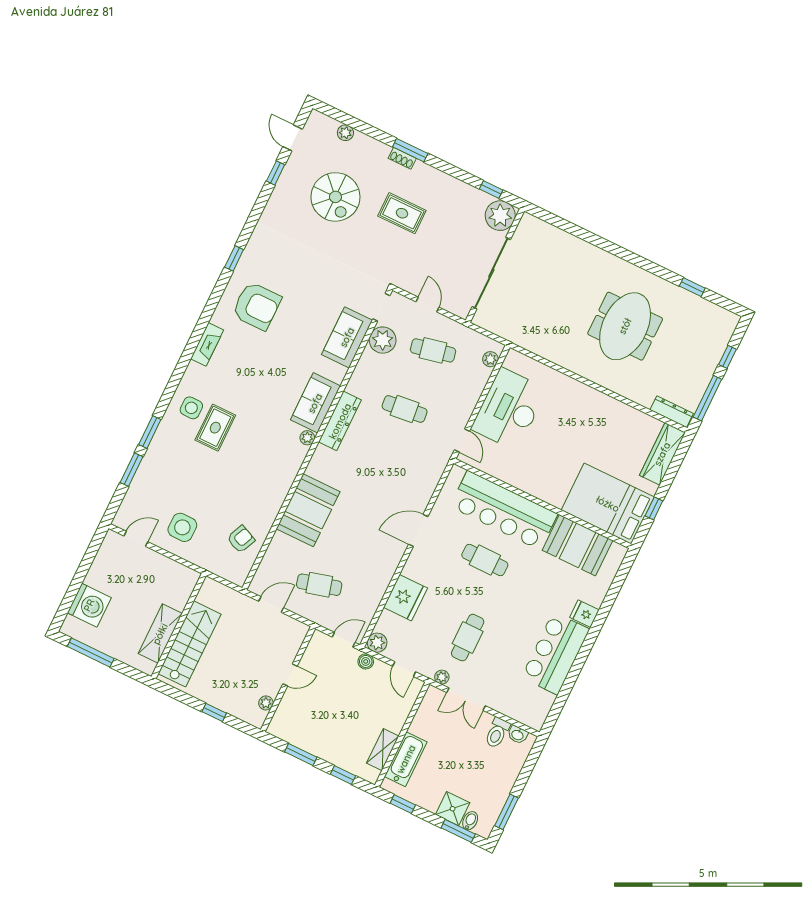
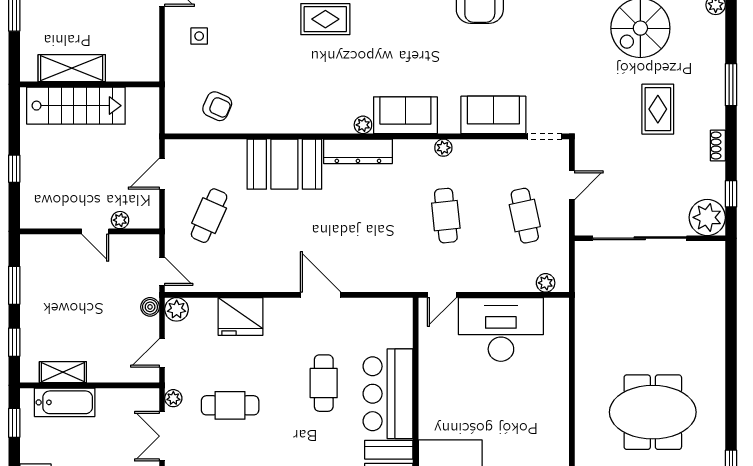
shoe rack: (402, 158) -> (718, 146), moved
plant: (383, 340) -> (443, 148), moved, width x0.53, depth x0.53
dresser: (340, 421) -> (358, 151), moved
bar counter: (504, 510) -> (388, 394), width x0.73
side table: (182, 527) -> (199, 36), width x0.54, depth x0.54
cafe table: (319, 585) -> (209, 216), turned 39
door: (271, 605) -> (162, 174), swing flipped
plant: (266, 703) -> (120, 220), moved

